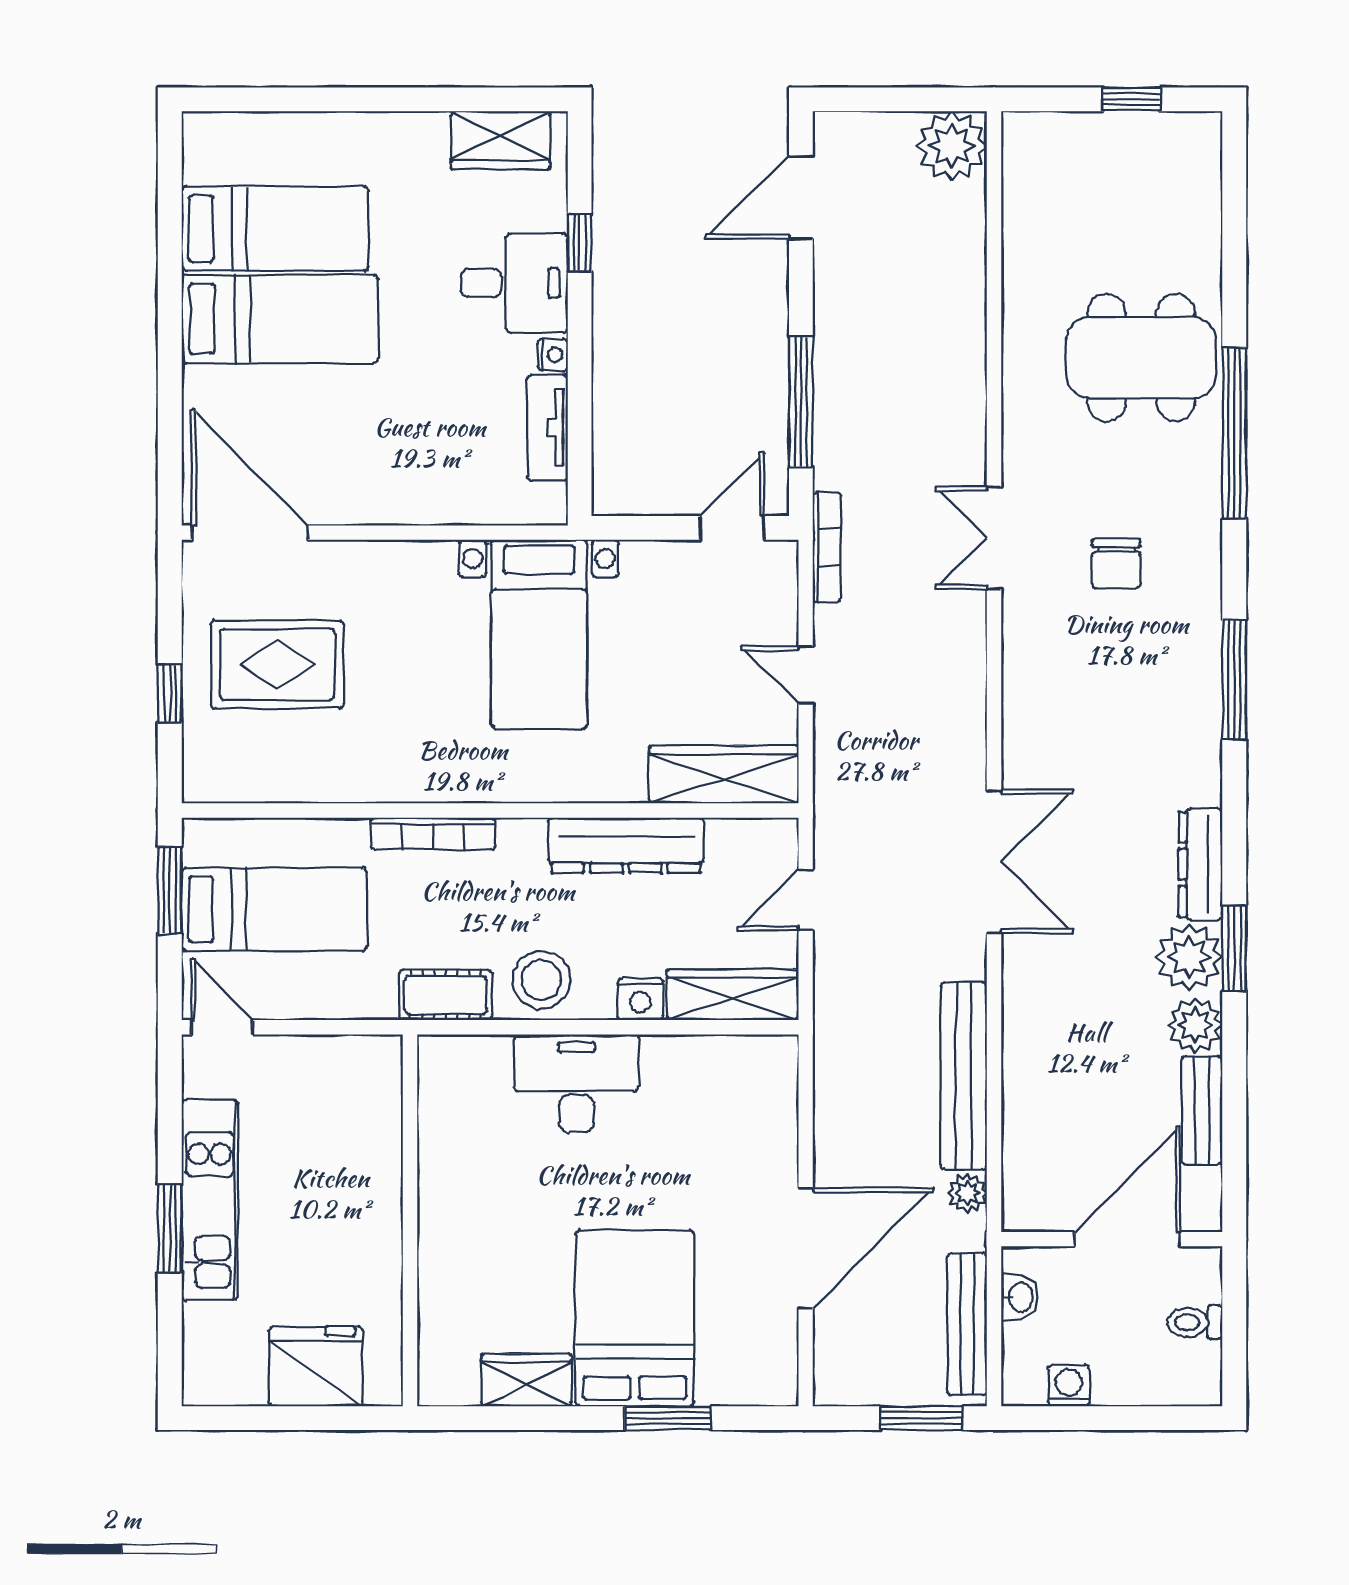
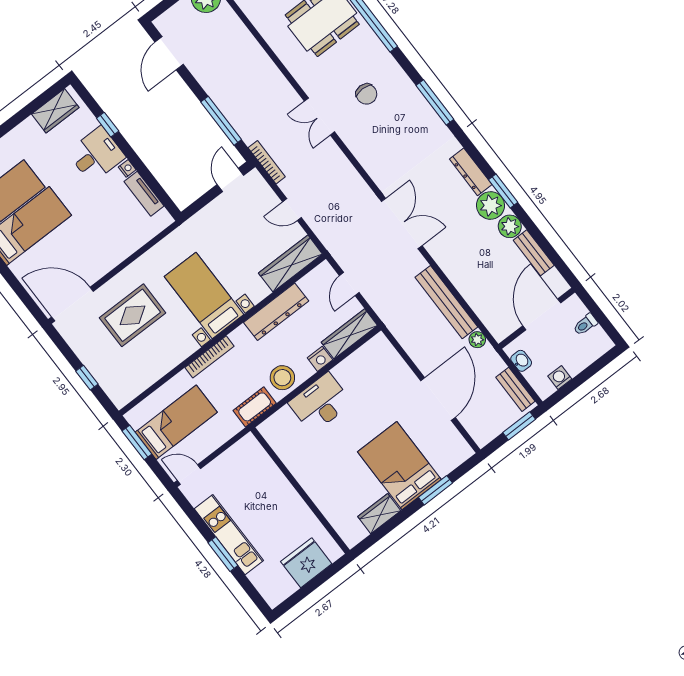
bed with nightstands: (539, 634) -> (204, 296), moved, turned 180
rug: (277, 664) -> (133, 315), moved
bench: (967, 1324) -> (515, 389), width x0.73

